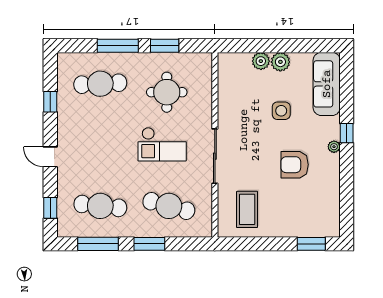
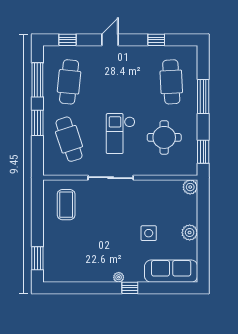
window: (165, 46) -> (203, 152), moved
plant: (261, 61) -> (190, 187), moved
armchair: (295, 165) -> (104, 244), removed
cafe table: (169, 206) -> (69, 139), turned -33
coffee table: (247, 209) -> (66, 205), turned 90

